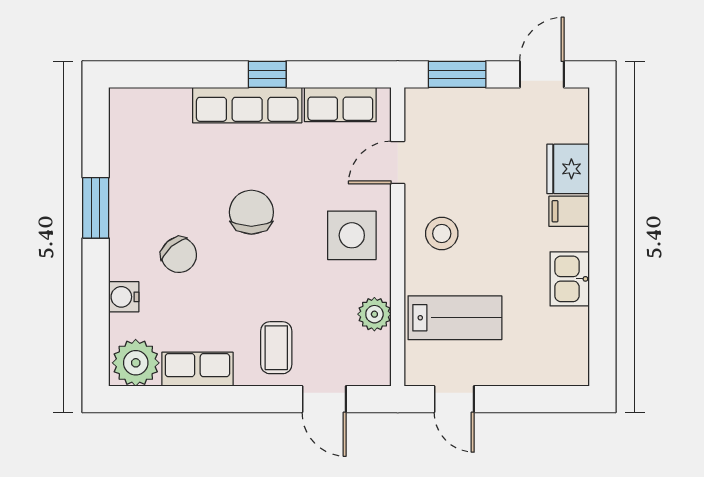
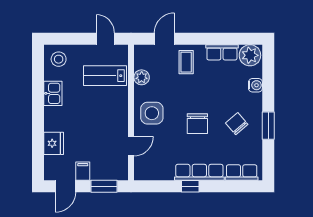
row of seats: (340, 105) -> (242, 173), moved
filing cabinet: (569, 211) -> (83, 171), moved, turned -90
stool: (442, 234) -> (59, 59), moved
chair: (179, 255) -> (237, 124), moved
door: (324, 399) -> (164, 39), hinge flipped

